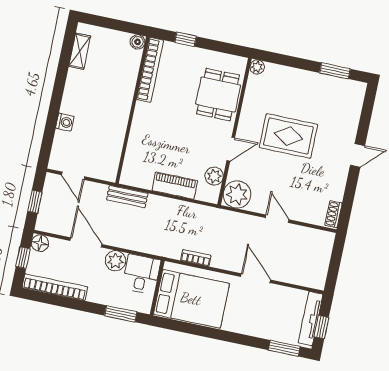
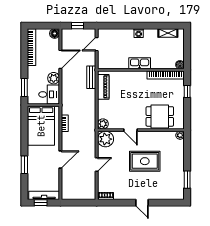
kitchen sink: (121, 110) -> (140, 63), added
washing machine: (65, 122) -> (139, 33), moved
rug: (288, 136) -> (145, 161), turned 90
plant: (214, 176) -> (103, 124), moved
piano: (175, 186) -> (103, 87), moved
window: (23, 258) -> (44, 26), removed
window: (284, 348) -> (24, 165), moved

